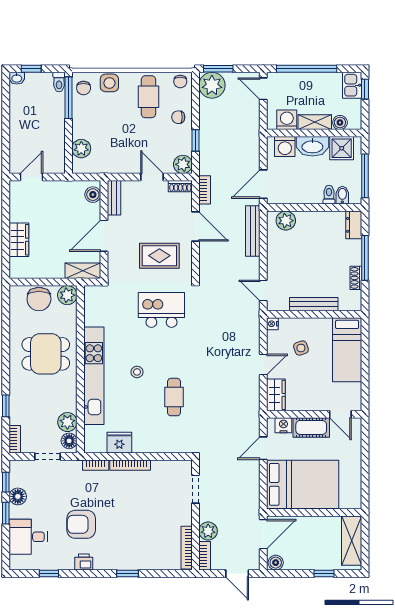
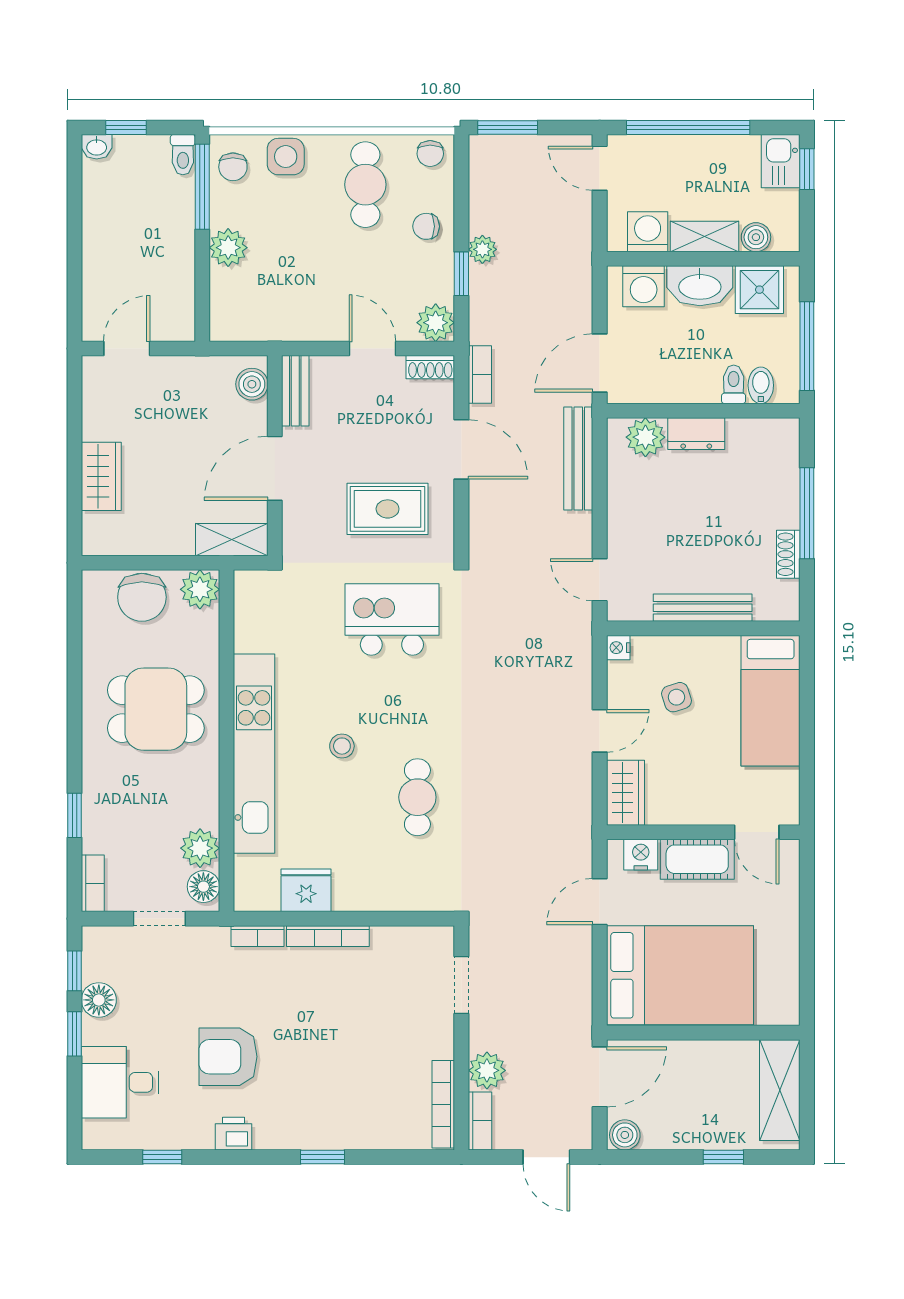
plant: (212, 85) -> (482, 249), moved, width x0.53, depth x0.53
plant: (81, 149) -> (228, 248), moved
dresser: (354, 225) -> (696, 434), moved, turned -90

